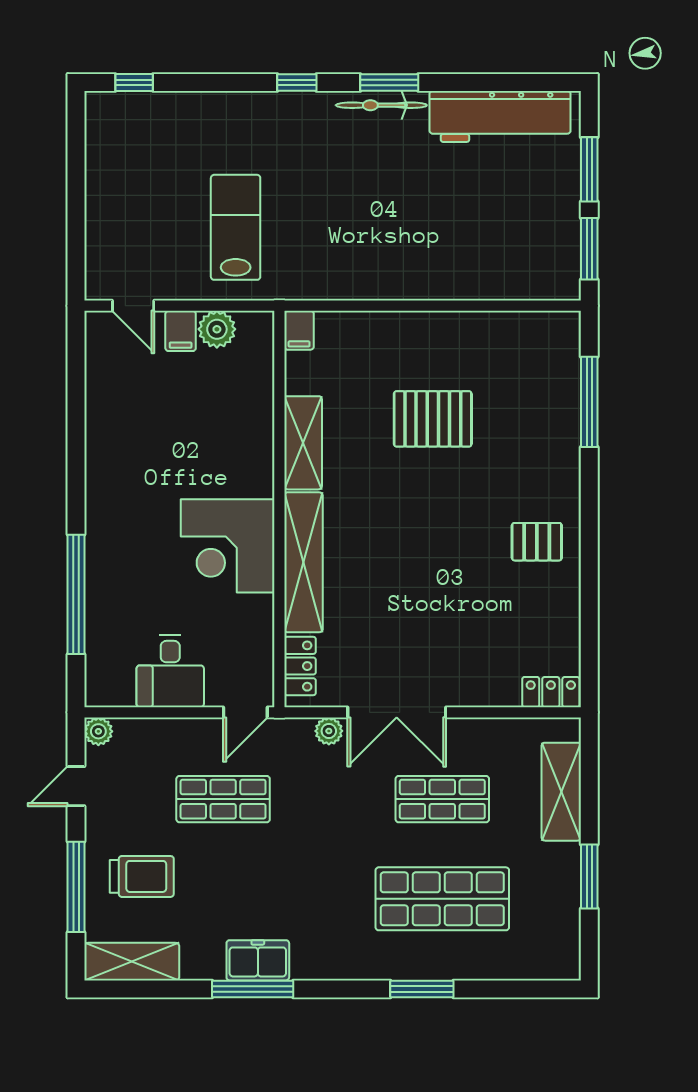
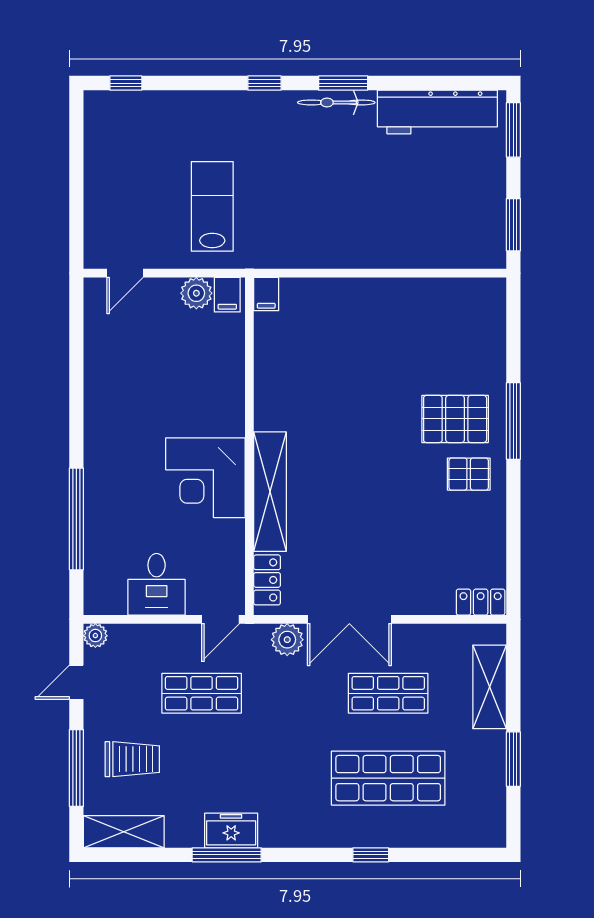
window: (589, 169) -> (513, 130), moved
door: (133, 306) -> (125, 273), hinge flipped
filing cabinet: (181, 331) -> (227, 295), moved
window: (589, 402) -> (513, 421), moved
pallet: (433, 419) -> (455, 419), moved
shelving: (303, 443) -> (270, 390), removed
plant: (329, 731) -> (287, 640), width x1.38, depth x1.38
window: (422, 989) -> (371, 855), width x0.67

